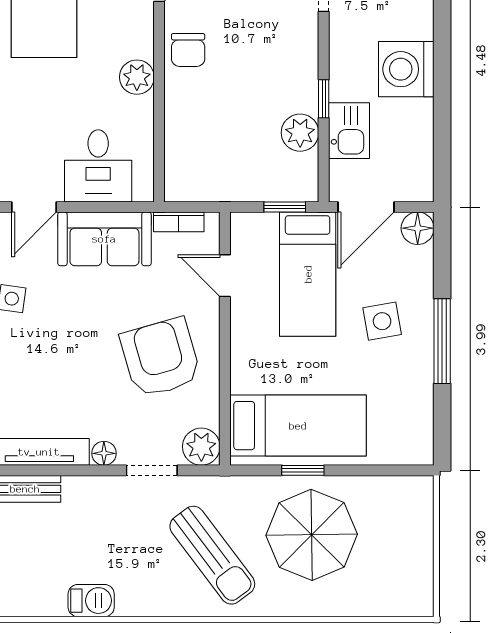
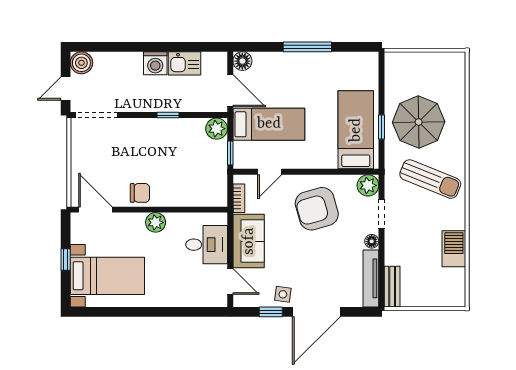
washing machine: (406, 69) -> (155, 63), width x0.73, depth x0.73
kitchen sink: (349, 131) -> (185, 63), moved, turned 180
plant: (300, 133) -> (217, 129), moved
window: (285, 207) -> (230, 153), moved
side table: (382, 321) -> (296, 82), removed
sun lounger: (212, 555) -> (430, 179), turned 59
barbecue: (91, 601) -> (454, 249), width x1.38, depth x1.27

